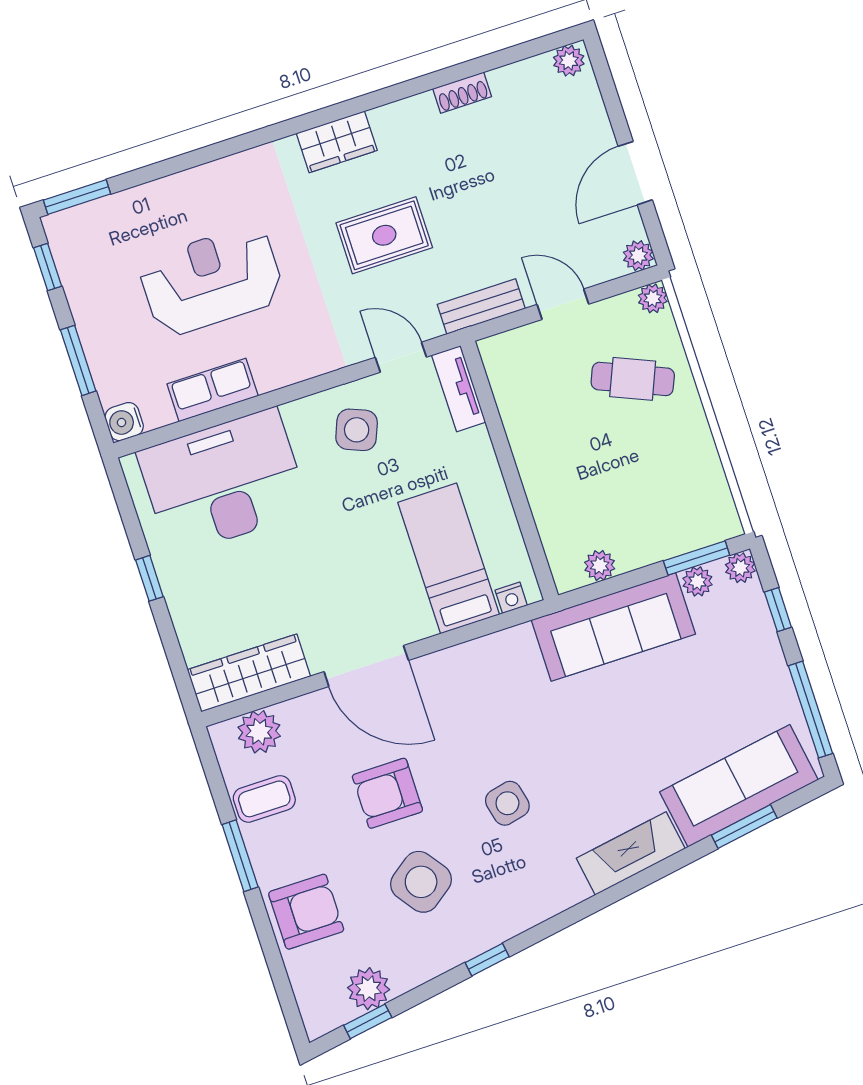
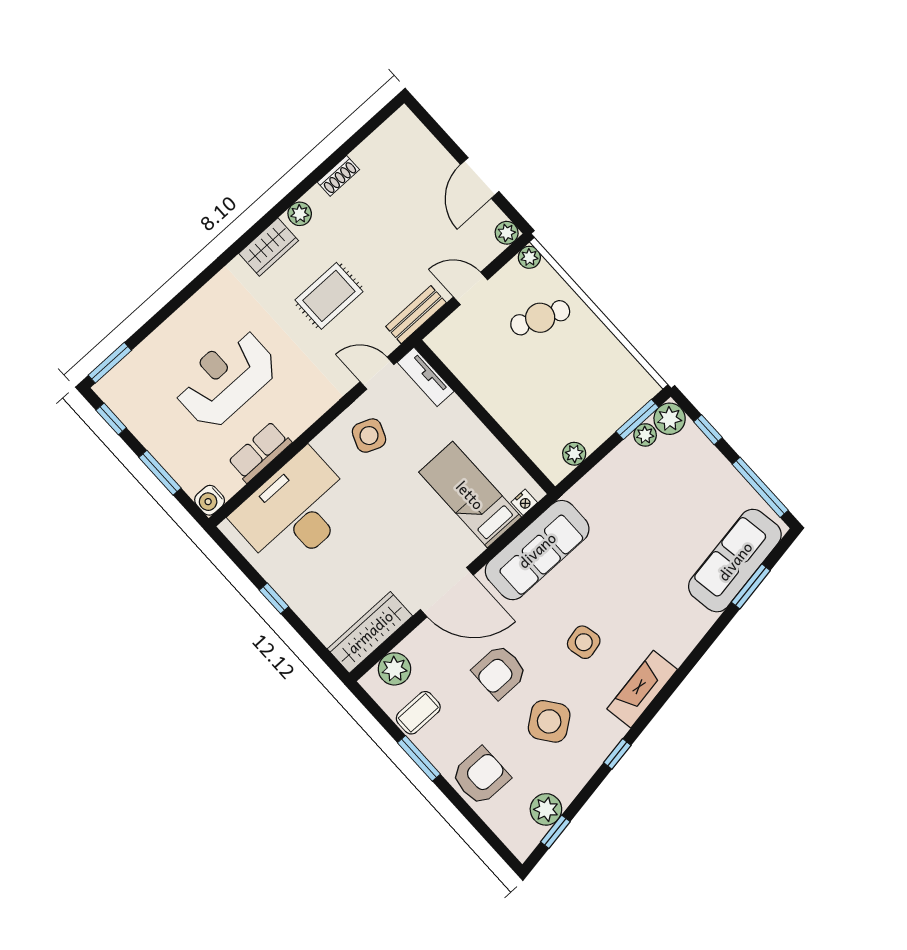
plant: (569, 61) -> (300, 214), moved
plant: (740, 568) -> (670, 419), width x1.38, depth x1.38
sofa: (613, 627) -> (537, 550), moved
fireplace: (631, 853) -> (642, 689), moved

